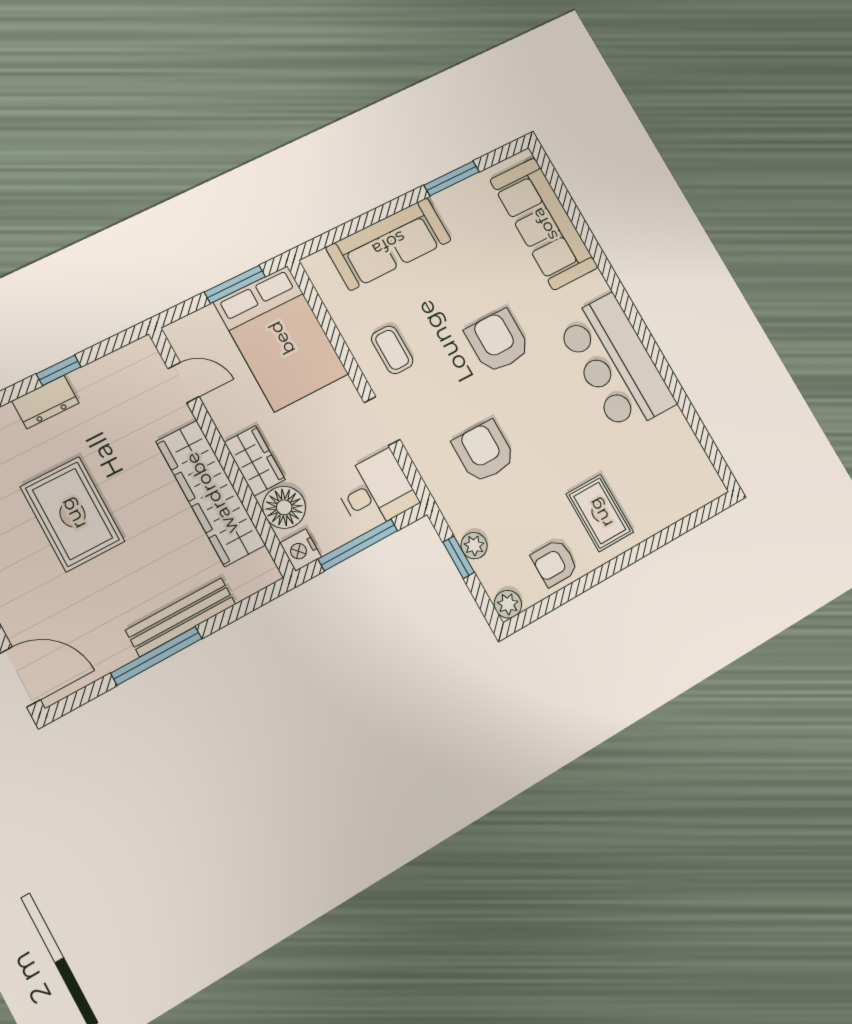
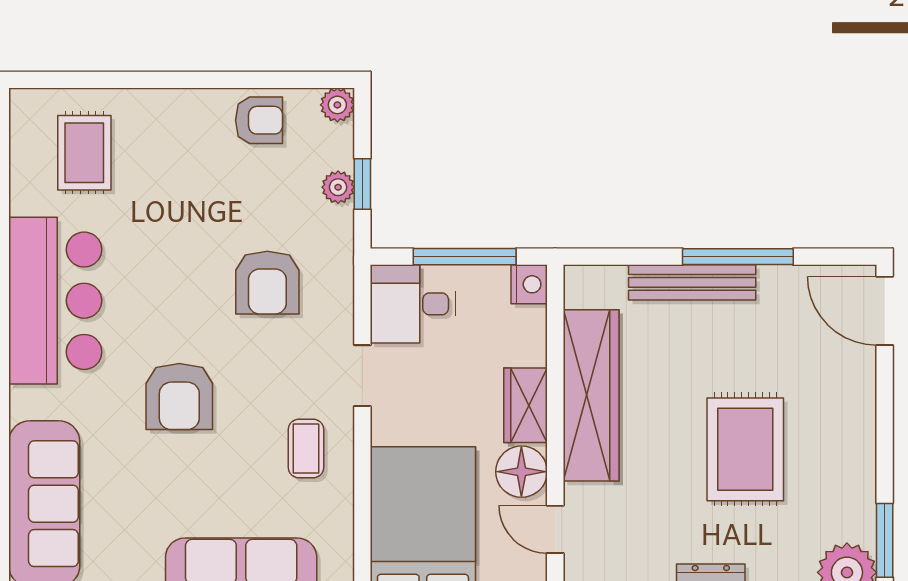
floor lamp: (284, 507) -> (521, 472), moved
rug: (600, 513) -> (84, 153), moved

